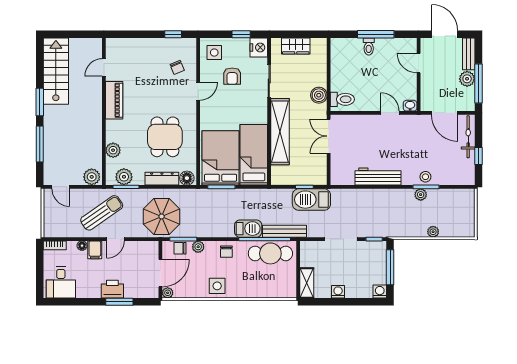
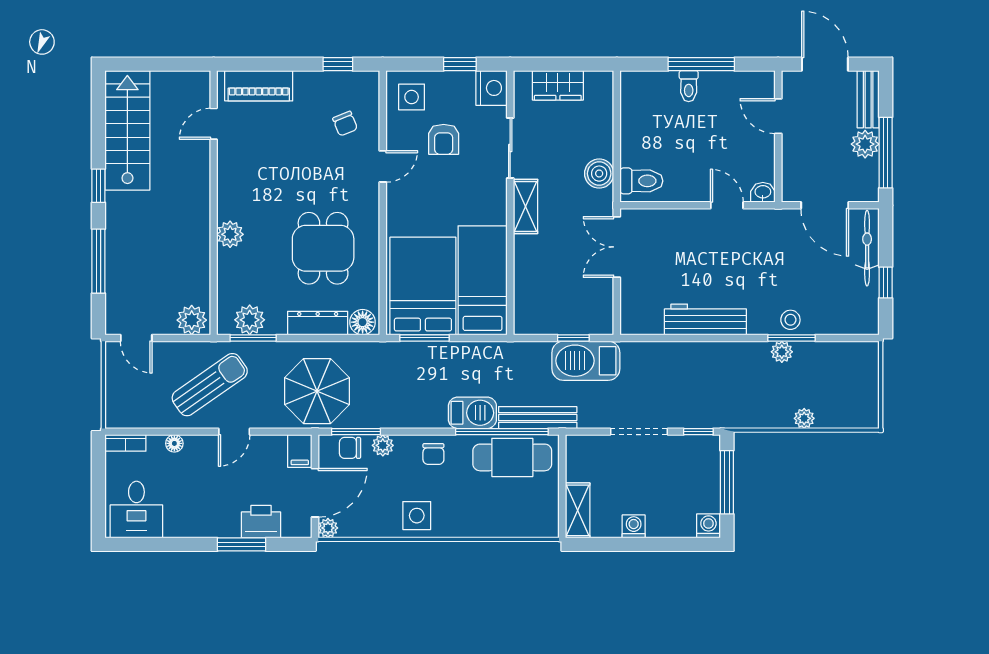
piano: (114, 100) -> (259, 86), moved, turned 90
window: (40, 102) -> (98, 186), width x0.67
shelving: (280, 132) -> (526, 206), width x0.45, depth x0.75
plant: (113, 150) -> (230, 234), moved
filing cabinet: (95, 250) -> (300, 451), moved
printer: (112, 289) -> (261, 522), moved

